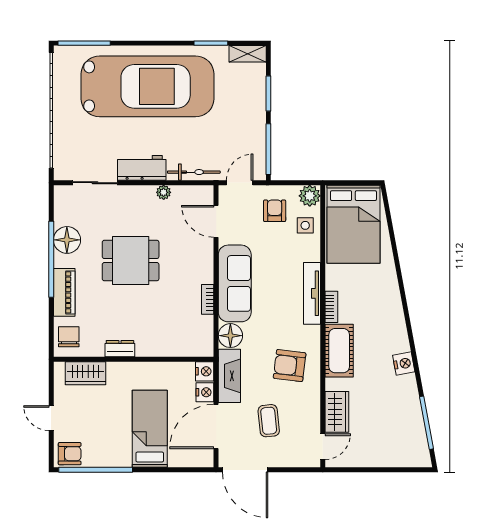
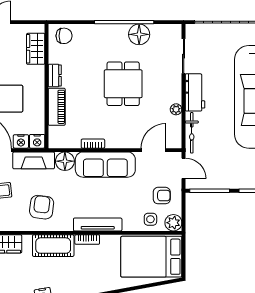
piano: (64, 292) -> (57, 107), moved, turned -90

